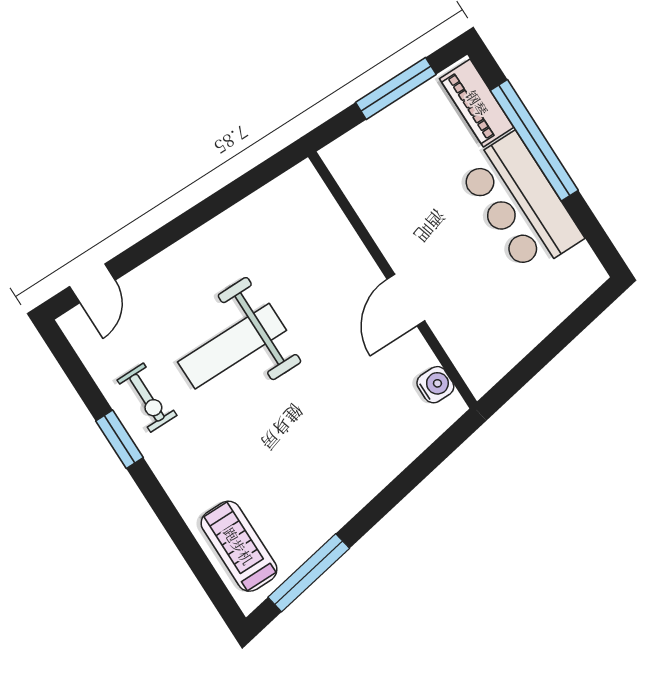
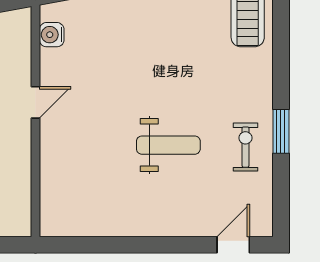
door: (406, 300) -> (35, 102), width x0.73
weight bench: (232, 346) -> (168, 145), width x0.73, depth x0.75

